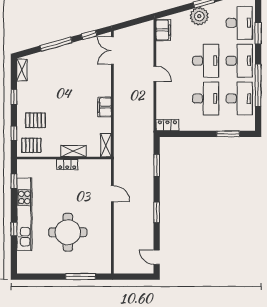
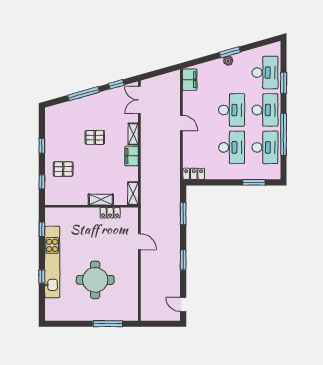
plant: (199, 16) -> (228, 61), width x0.53, depth x0.53
shelving: (22, 70) -> (133, 134), moved
pallet: (31, 145) -> (95, 137), moved
locker: (67, 165) -> (110, 213), moved

